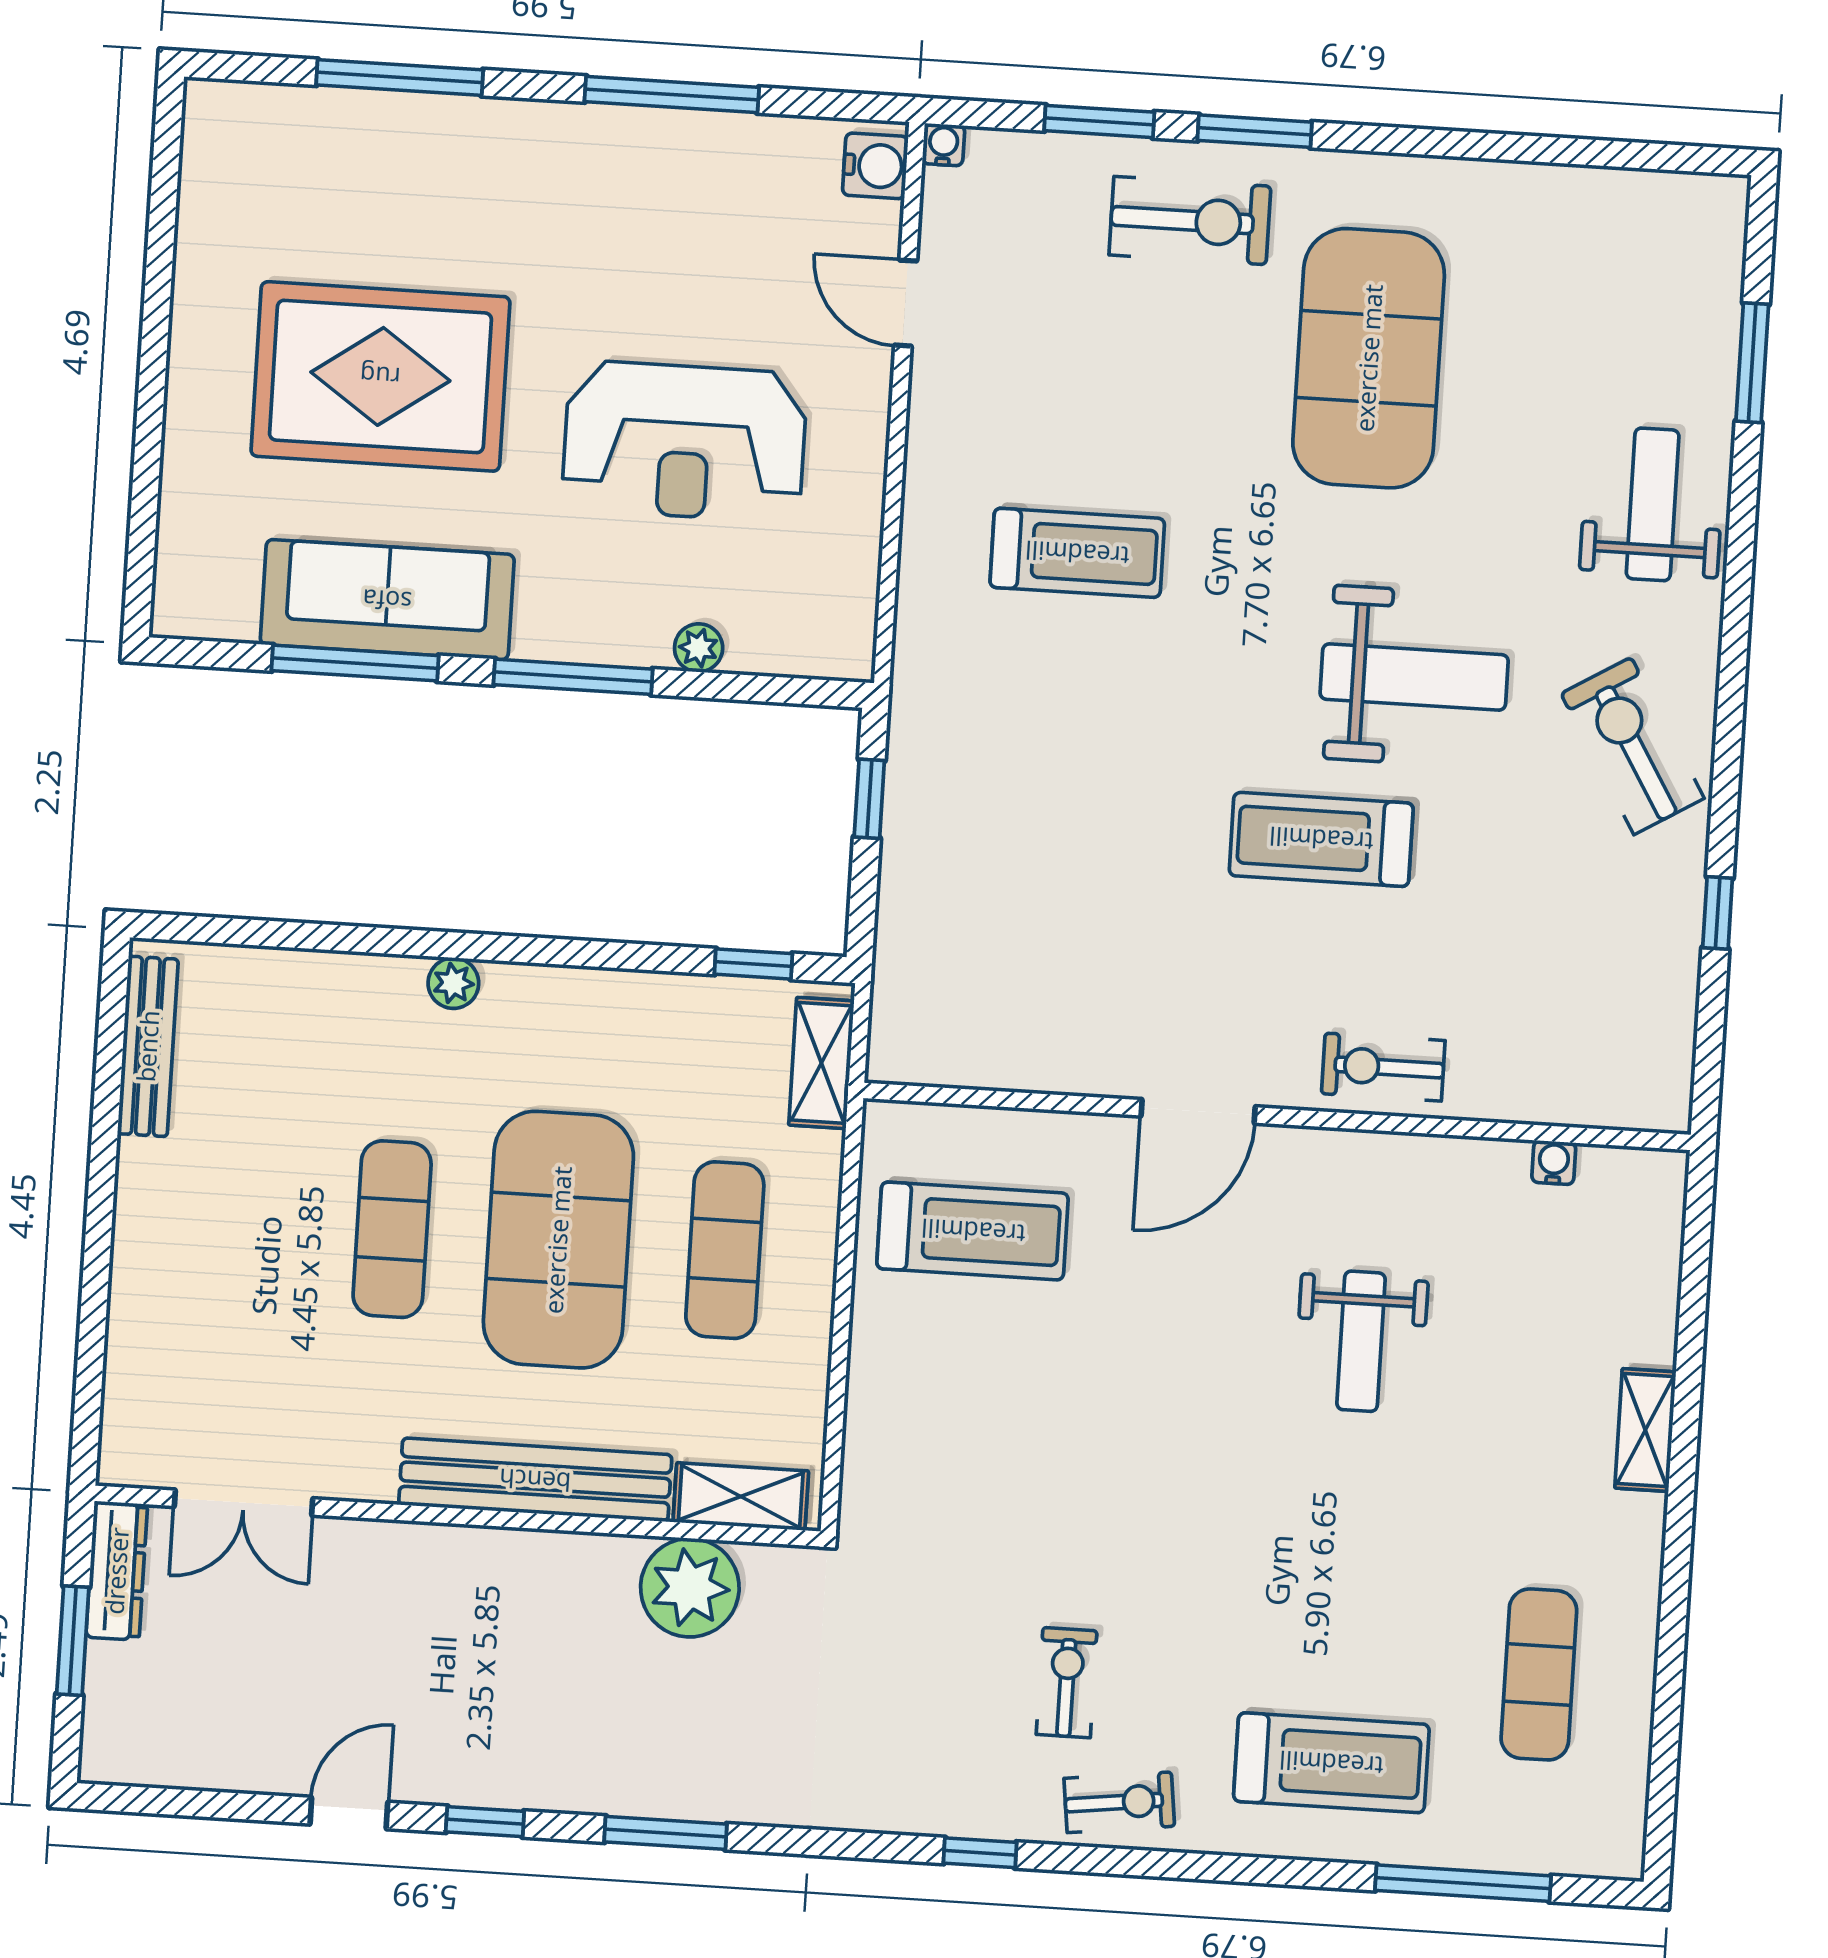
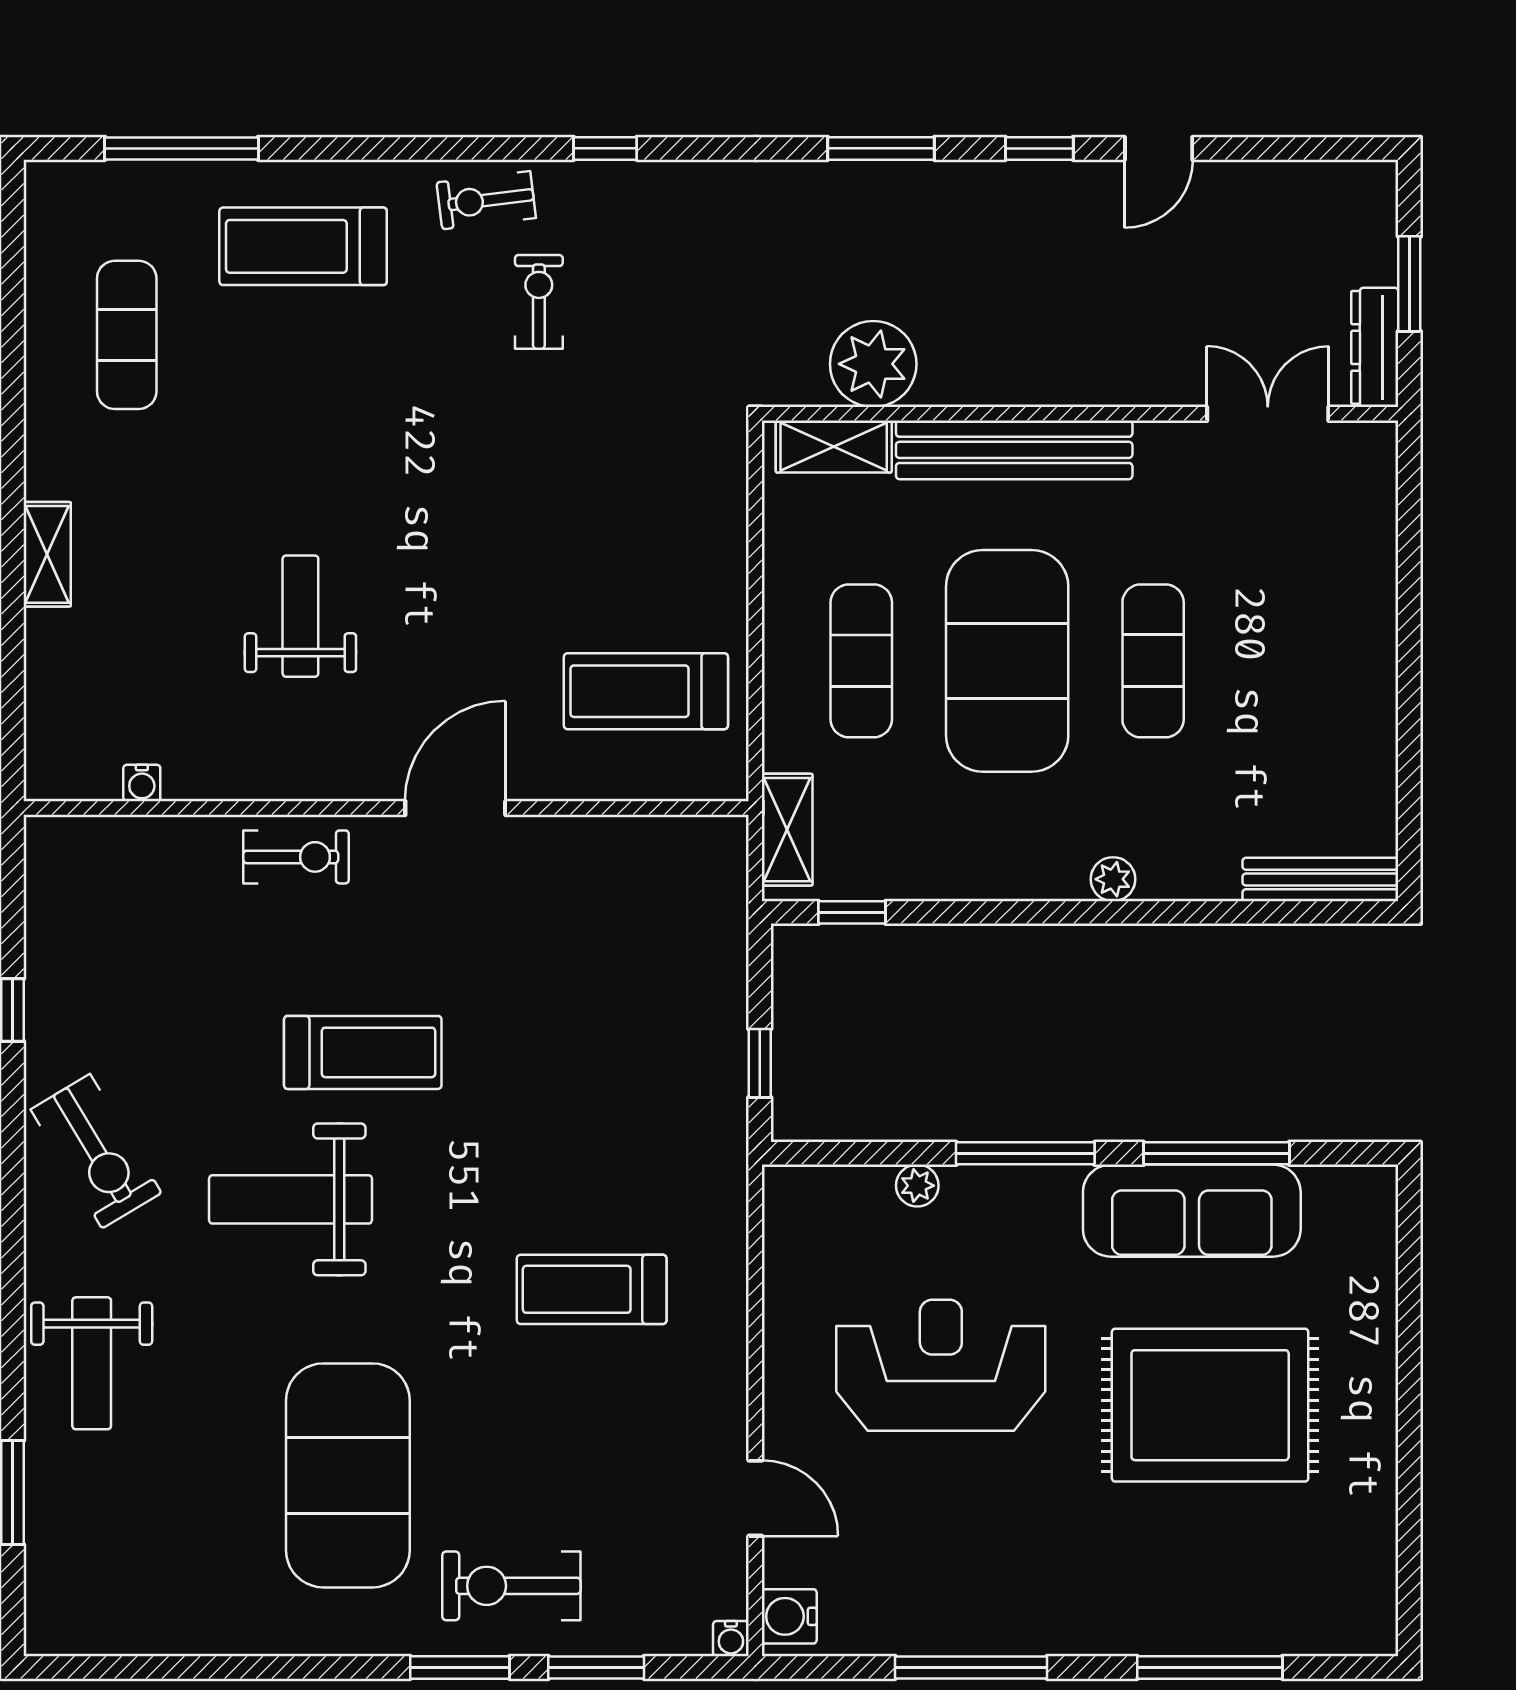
bench: (148, 1046) -> (1320, 879), moved, turned 90
exercise bike: (1067, 1683) -> (539, 302), turned 180

